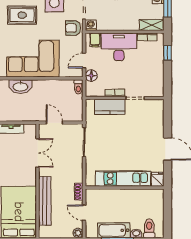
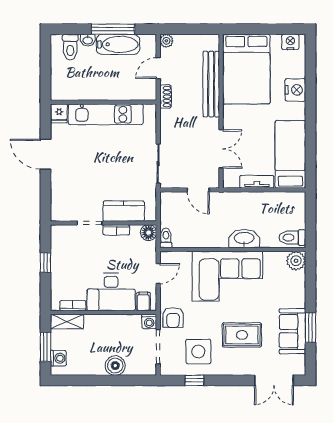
armchair: (73, 28) -> (173, 318), turned 90
window: (168, 53) -> (46, 262), moved
floor lamp: (91, 76) -> (149, 233), moved
double door: (37, 153) -> (221, 149), swing flipped
door: (84, 213) -> (158, 68), swing flipped

